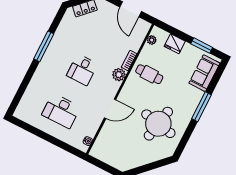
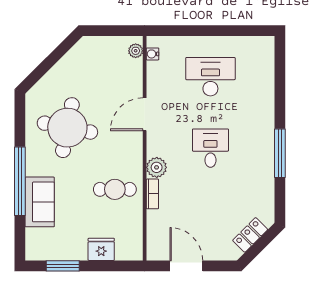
plant: (152, 40) -> (136, 51), moved
sofa: (204, 73) -> (40, 202), moved
window: (201, 107) -> (20, 181), width x1.46

